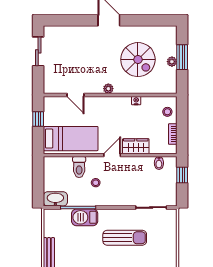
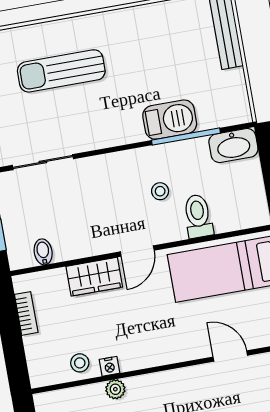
plant: (108, 89) -> (115, 389), moved
stool: (167, 112) -> (80, 363), moved
sun lounger: (125, 238) -> (61, 71), moved

